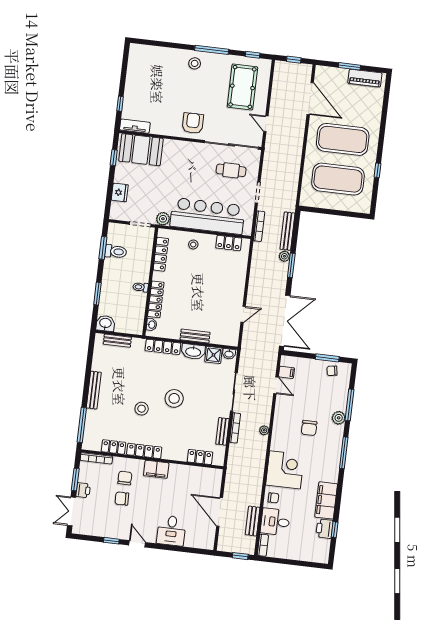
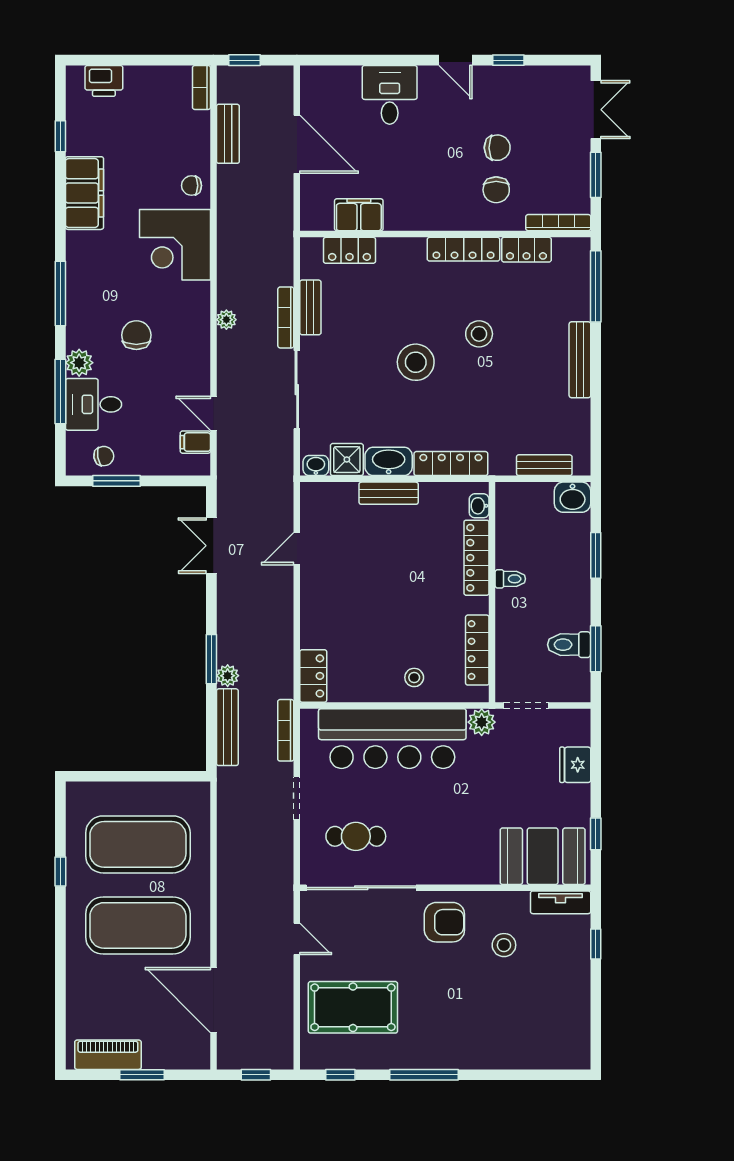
stool: (195, 63) -> (504, 945), moved
pool table: (242, 87) -> (353, 1007), turned 90
armchair: (193, 123) -> (444, 922), turned -90
locker: (229, 243) -> (313, 676), moved, turned 90
double door: (285, 321) -> (211, 546), width x0.54
filing cabinet: (156, 469) -> (359, 215), moved
printer: (83, 490) -> (577, 155), removed
desk: (275, 522) -> (93, 404), moved, turned 180
printer: (324, 529) -> (104, 81), moved, turned 90

